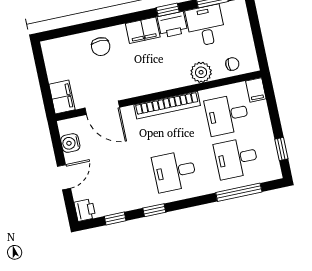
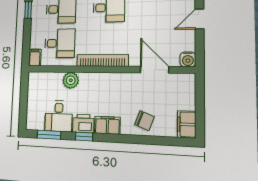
chair: (101, 47) -> (144, 121), turned 111
chair: (232, 64) -> (47, 81), removed
filing cabinet: (62, 97) -> (187, 124), moved
water cooler: (70, 143) -> (188, 59), moved, turned 90

